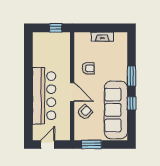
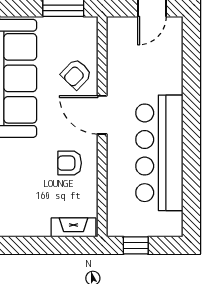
fireplace: (102, 37) -> (74, 227), moved
bar counter: (44, 96) -> (159, 153), moved

